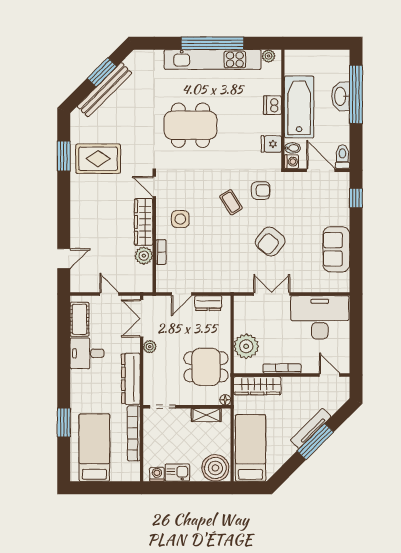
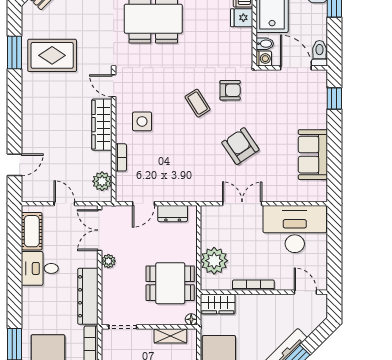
fridge: (271, 144) -> (242, 18), moved
armchair: (270, 242) -> (240, 146), turned 107
plant: (144, 256) -> (102, 181), moved
wardrobe: (257, 386) -> (218, 304), width x0.67

